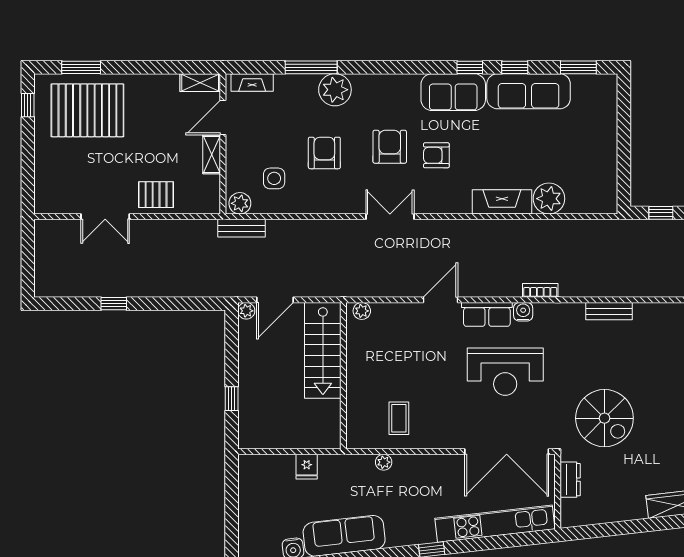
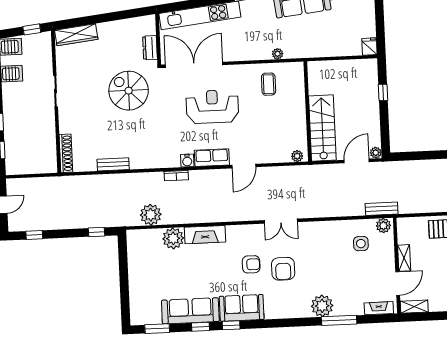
armchair: (324, 153) -> (327, 263), removed
plant: (580, 235) -> (151, 215), added
bench: (609, 311) -> (113, 164), moved
reception desk: (505, 372) -> (212, 107), moved
fridge: (307, 467) -> (370, 47), moved

